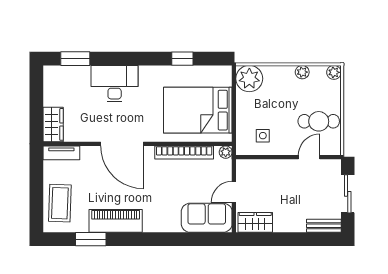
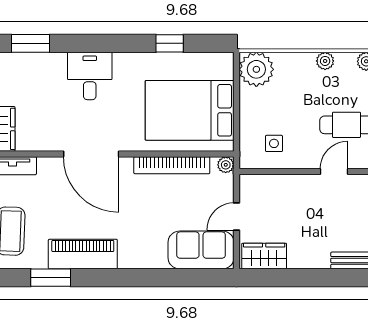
desk: (115, 84) -> (90, 76), width x0.73

